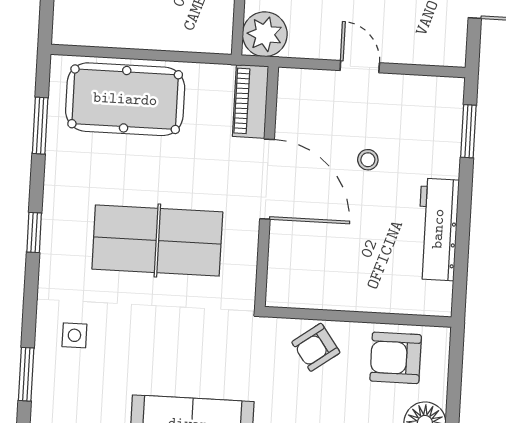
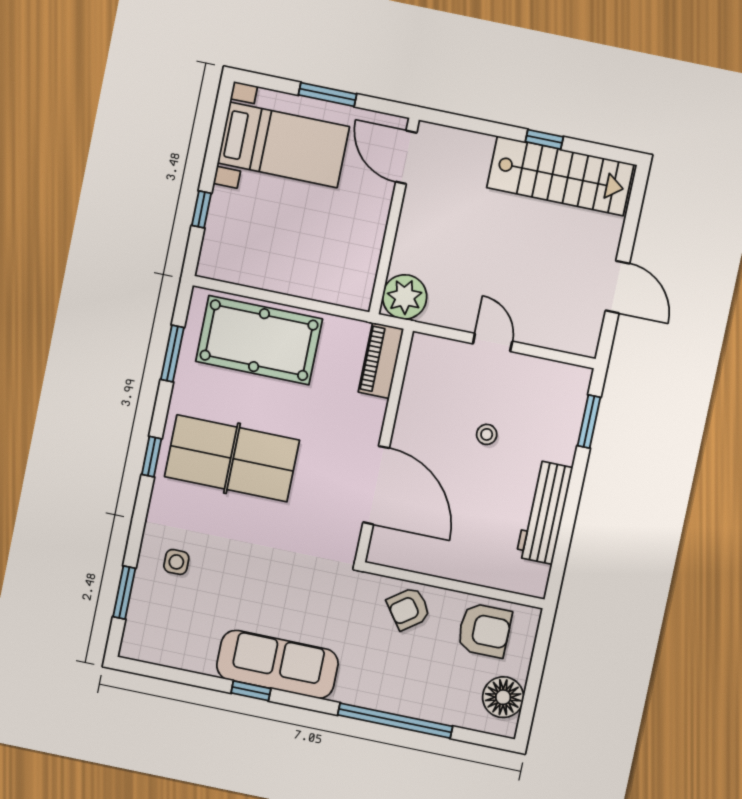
door: (267, 179) -> (376, 485), moved
table tennis table: (157, 241) -> (232, 458), moved
armchair: (396, 358) -> (484, 630), turned 180

